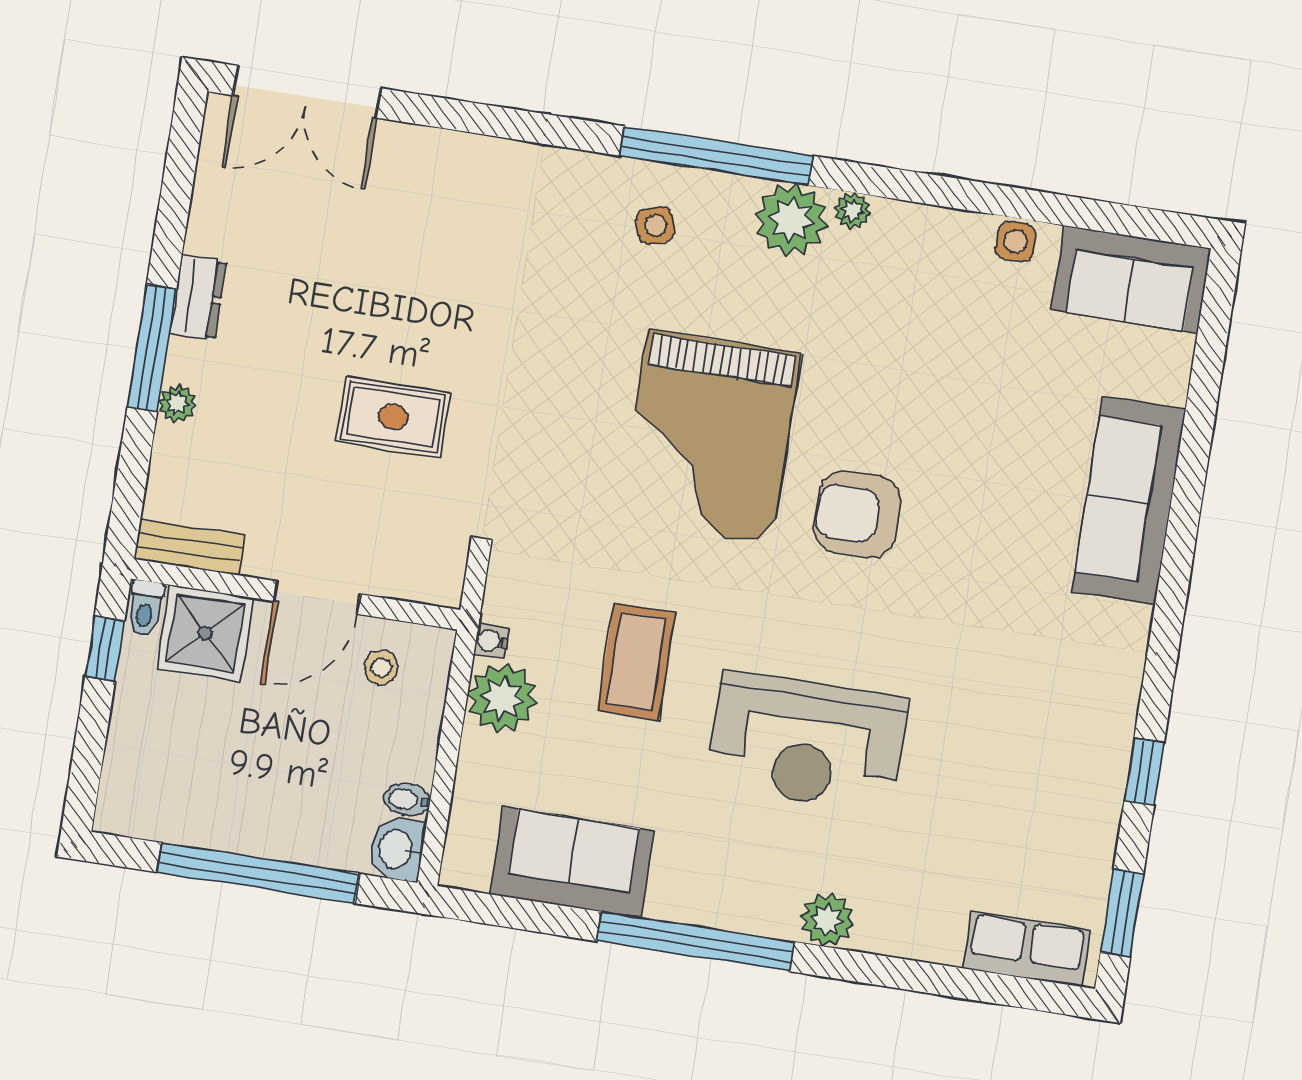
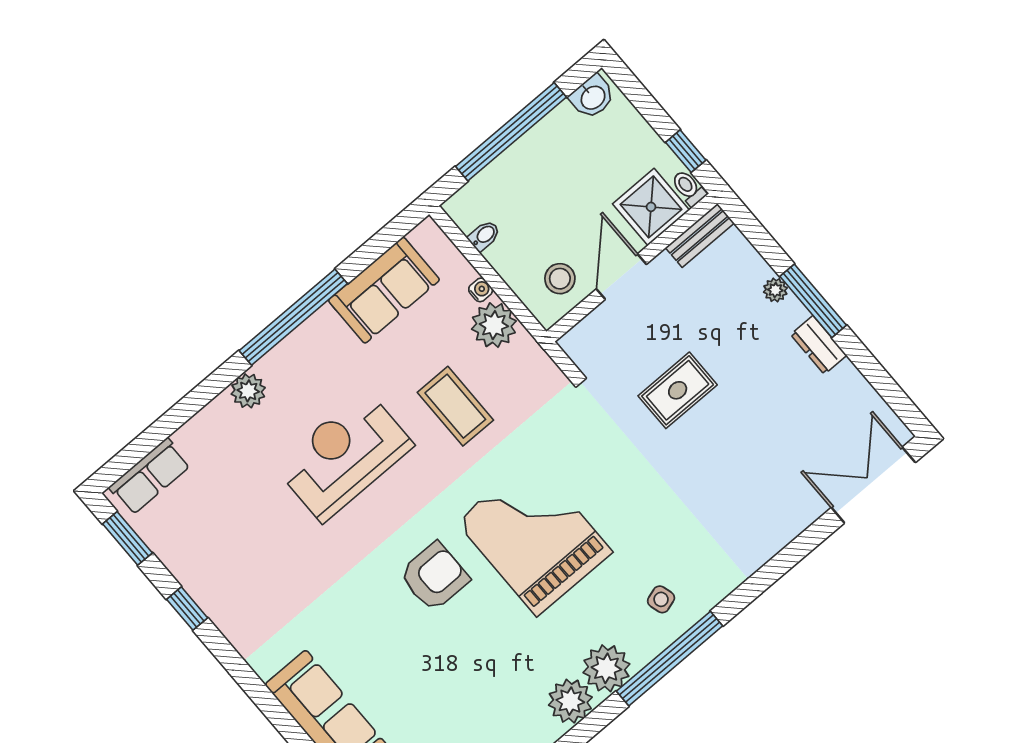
plant: (853, 211) -> (570, 701), width x1.88, depth x1.88
water cooler: (491, 641) -> (481, 290), moved
stool: (381, 668) -> (560, 279), width x1.37, depth x1.37
washbasin: (397, 849) -> (592, 97), moved, turned 90

